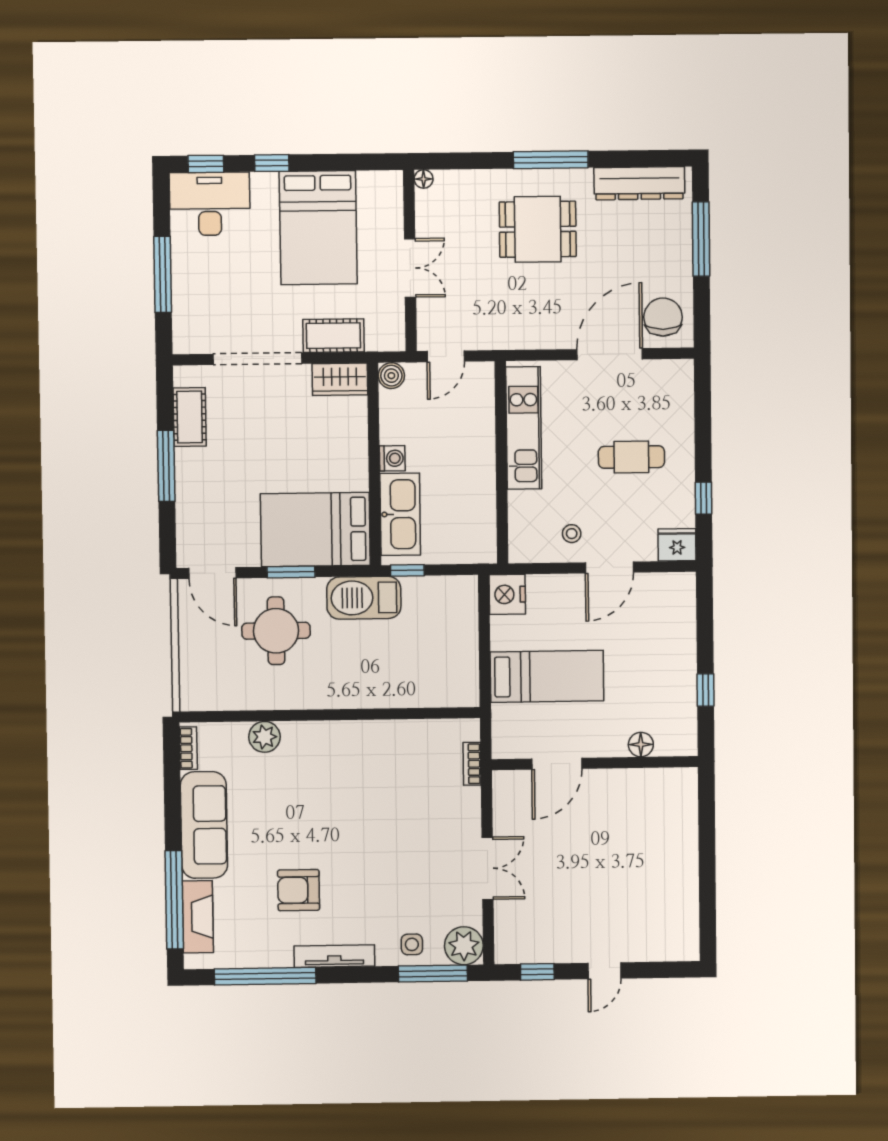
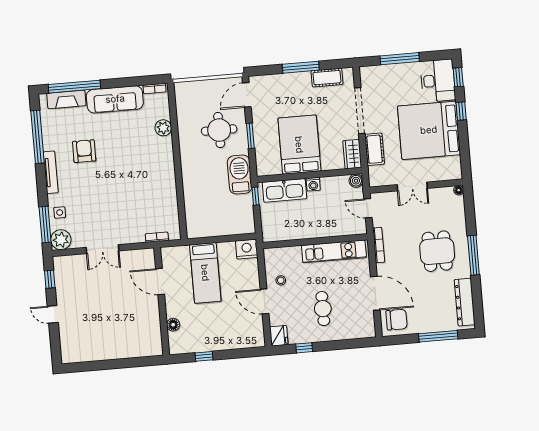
bed: (318, 228) -> (429, 130), width x1.36
bookcase: (518, 341) -> (379, 245), added
bed: (315, 529) -> (299, 145), moved

